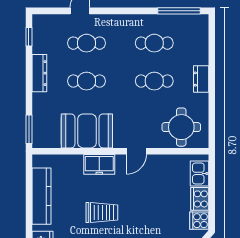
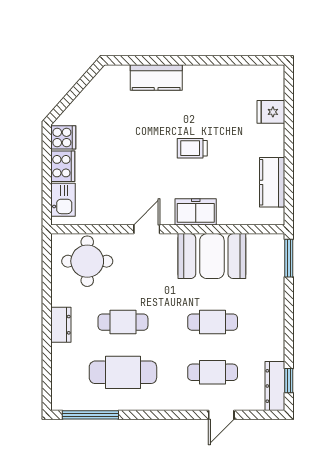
cafe table: (154, 43) -> (123, 372), width x1.37, depth x1.35
dresser: (39, 73) -> (275, 386), moved
kitchen counter: (41, 196) -> (272, 182), width x0.67
trolley: (102, 212) -> (192, 148), width x0.73, depth x0.72

